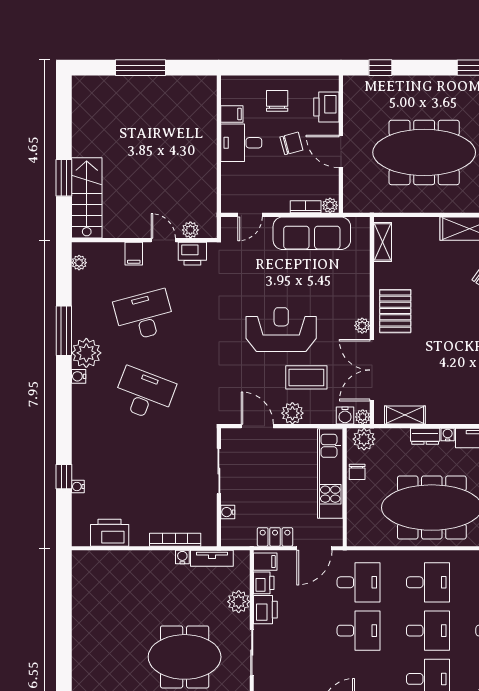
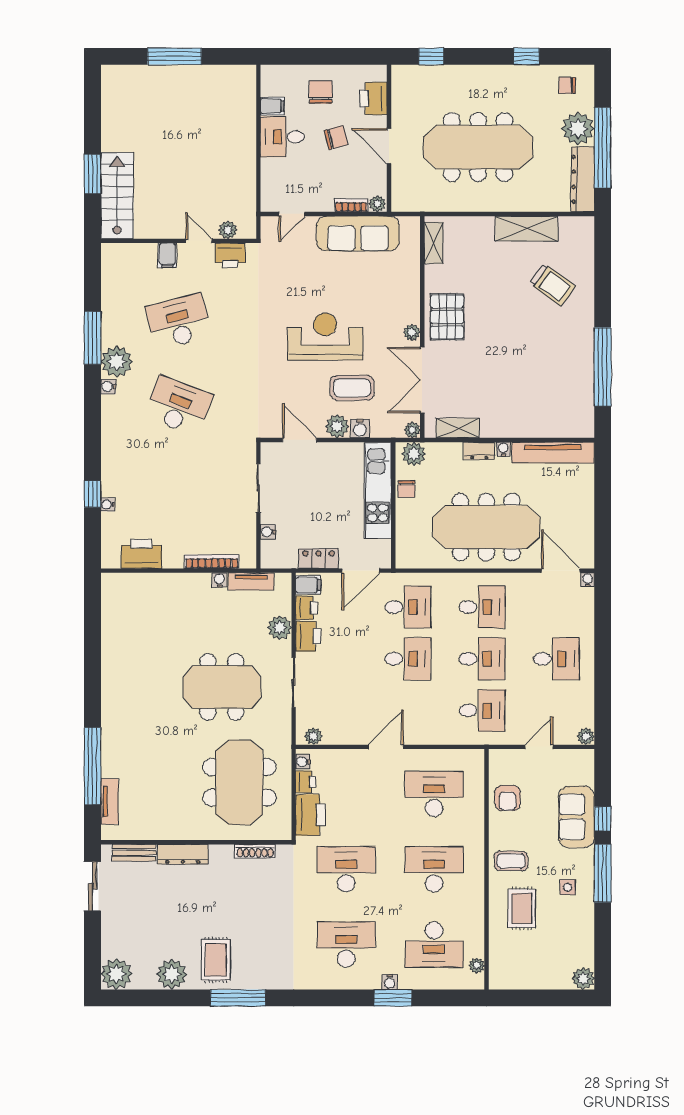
plant: (79, 263) -> (109, 265), removed
water cooler: (345, 415) -> (360, 429), moved

